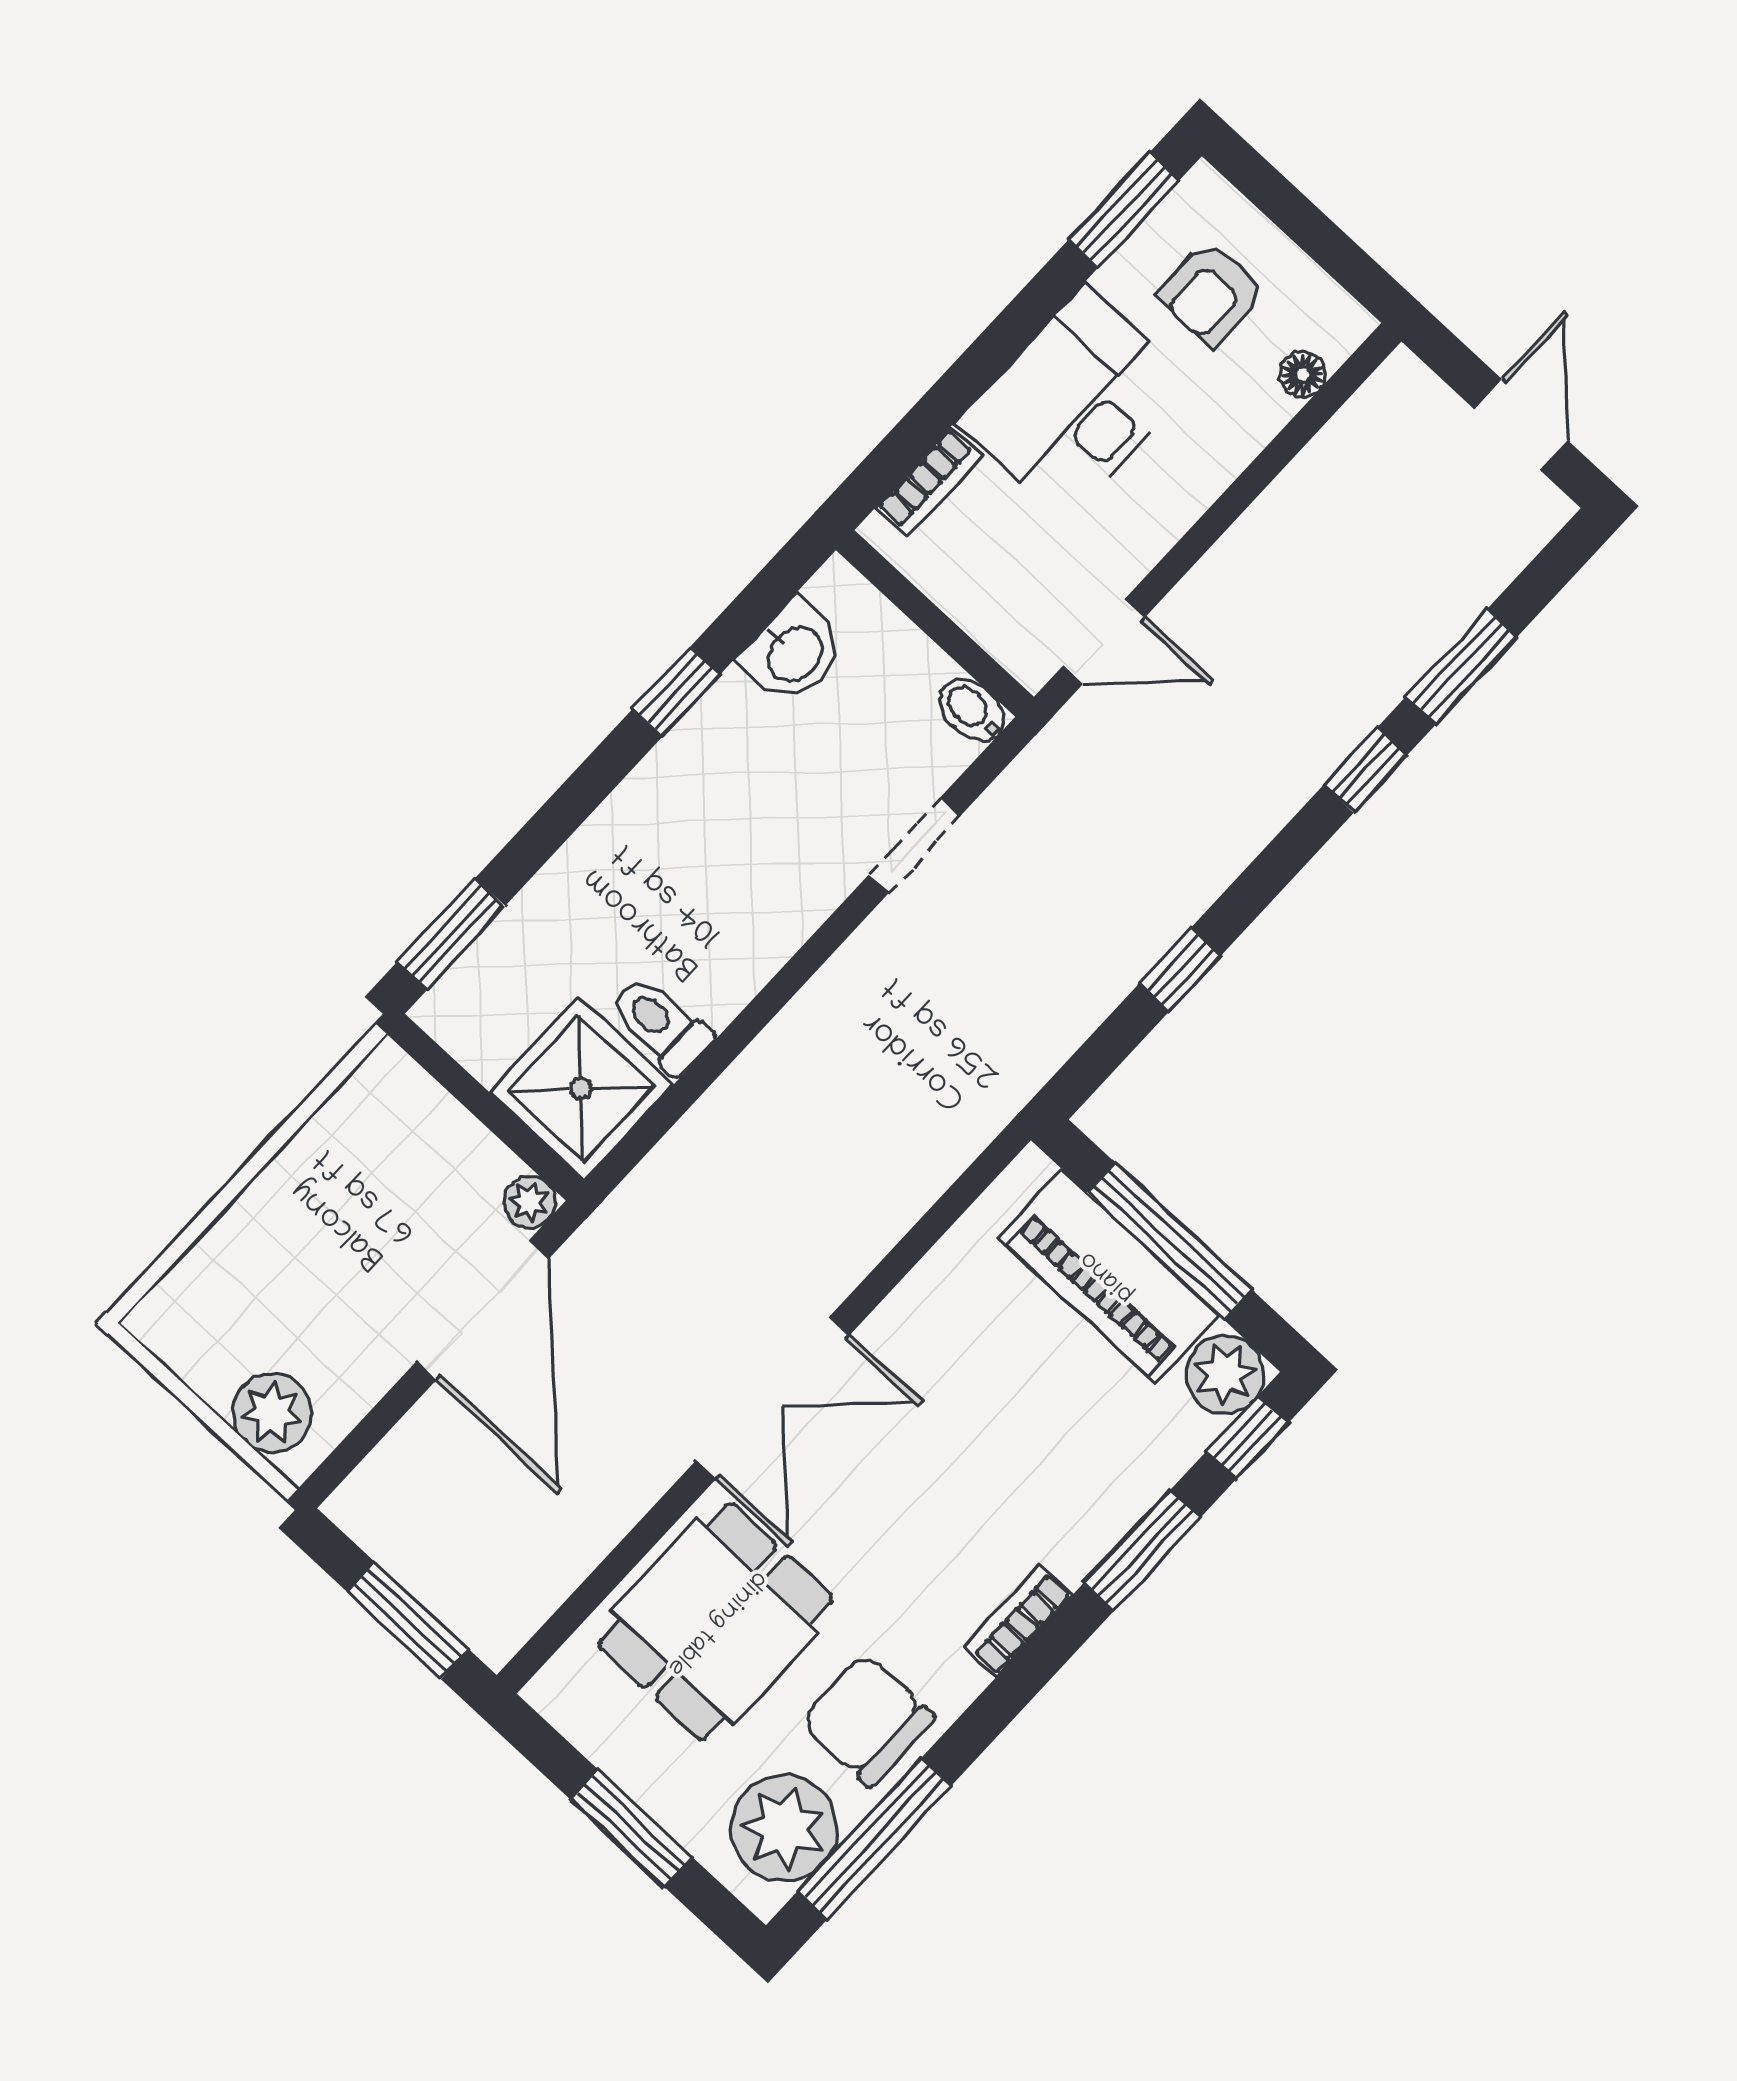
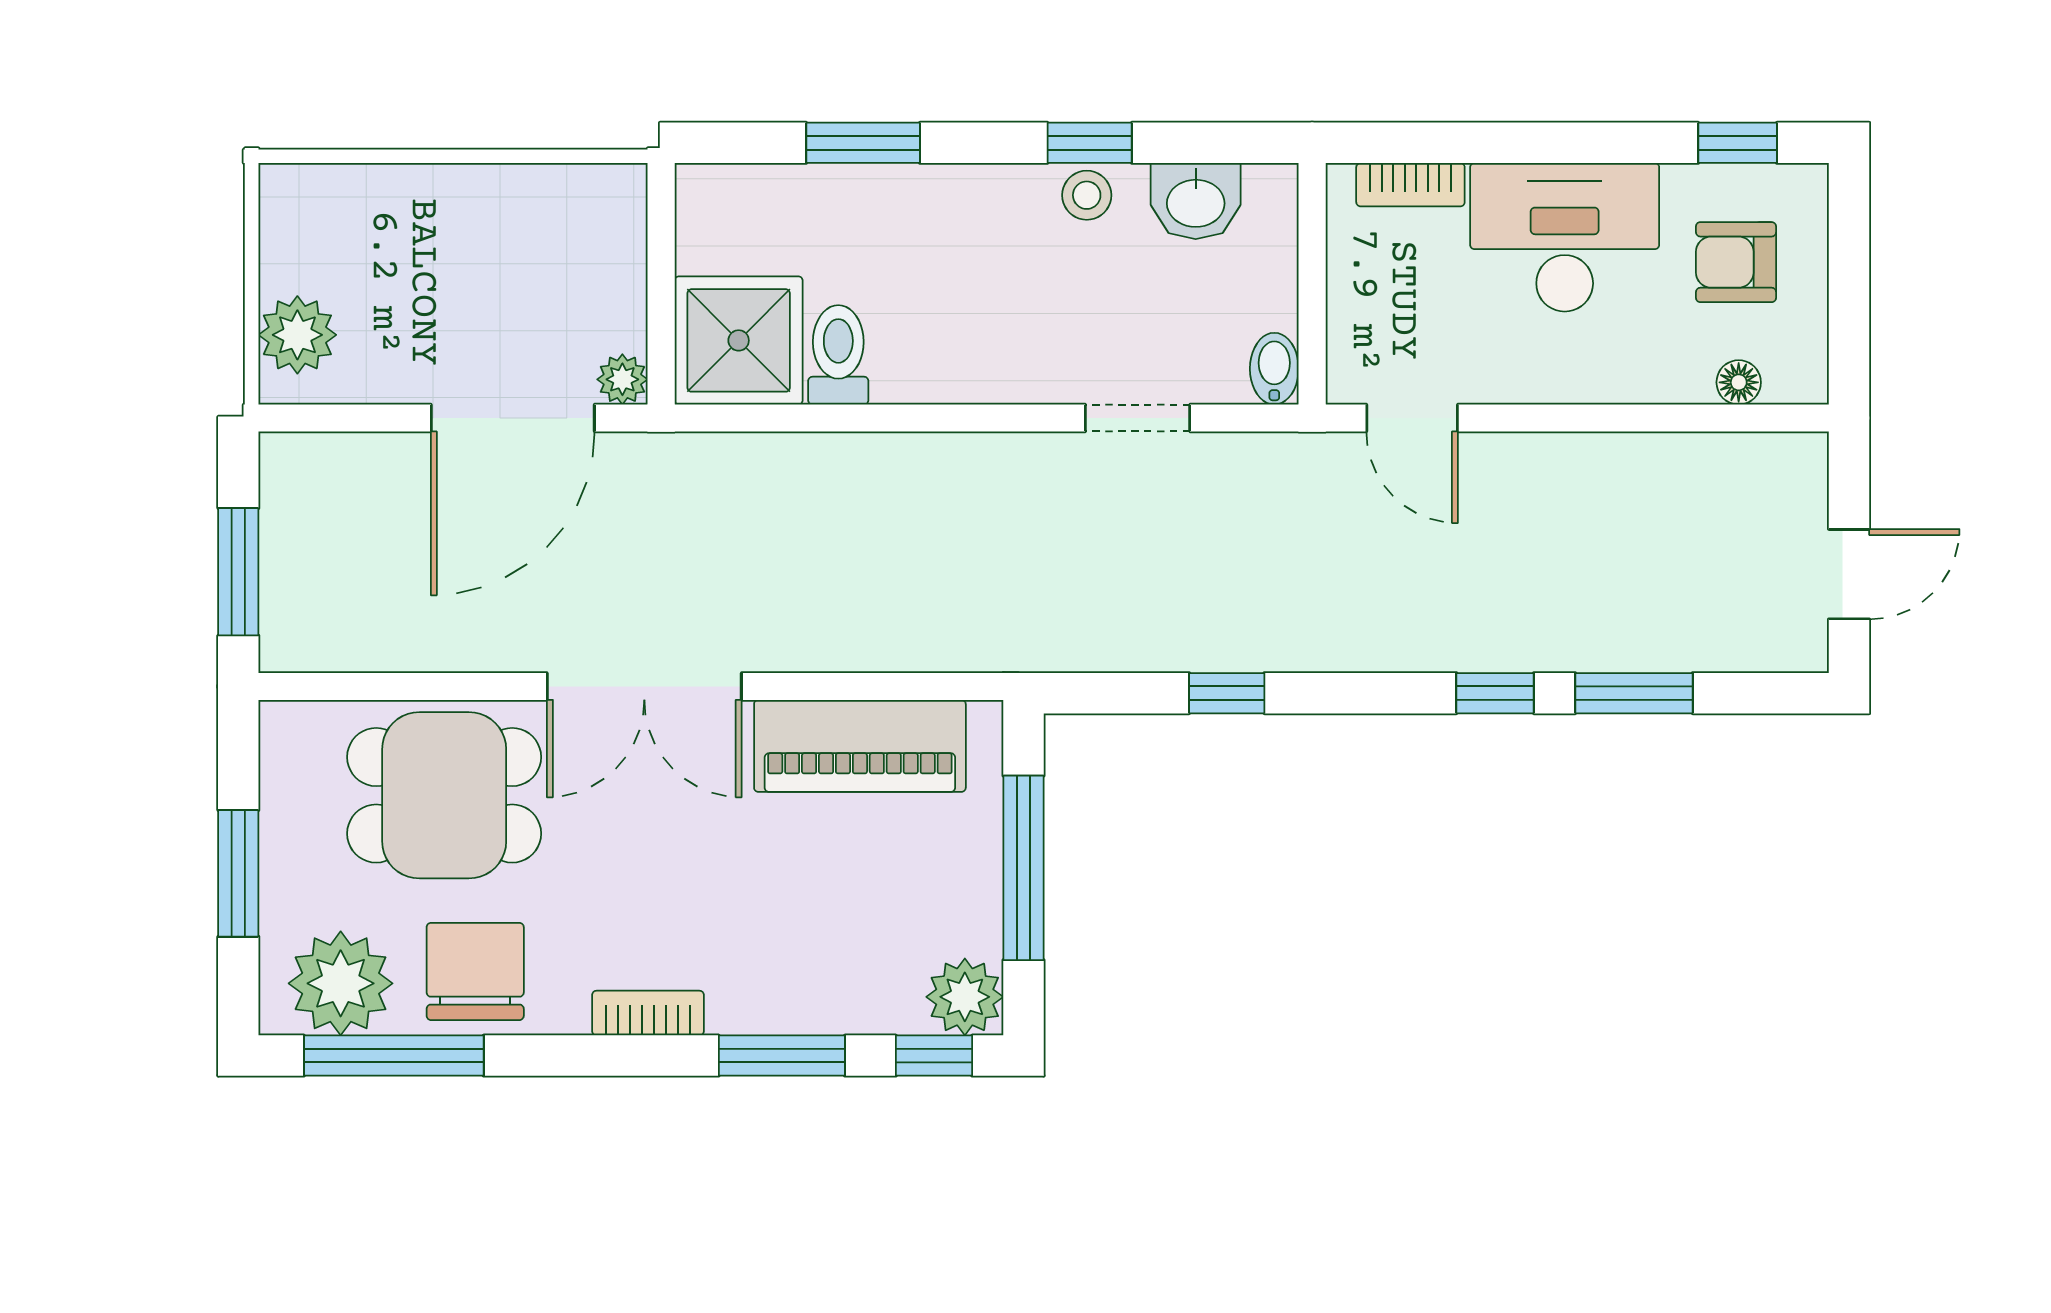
window: (1124, 210) -> (1738, 143), width x0.67
stool: (713, 730) -> (1087, 195), added
window: (451, 934) -> (863, 143), moved
piano: (1108, 1276) -> (860, 746), moved, turned -90

